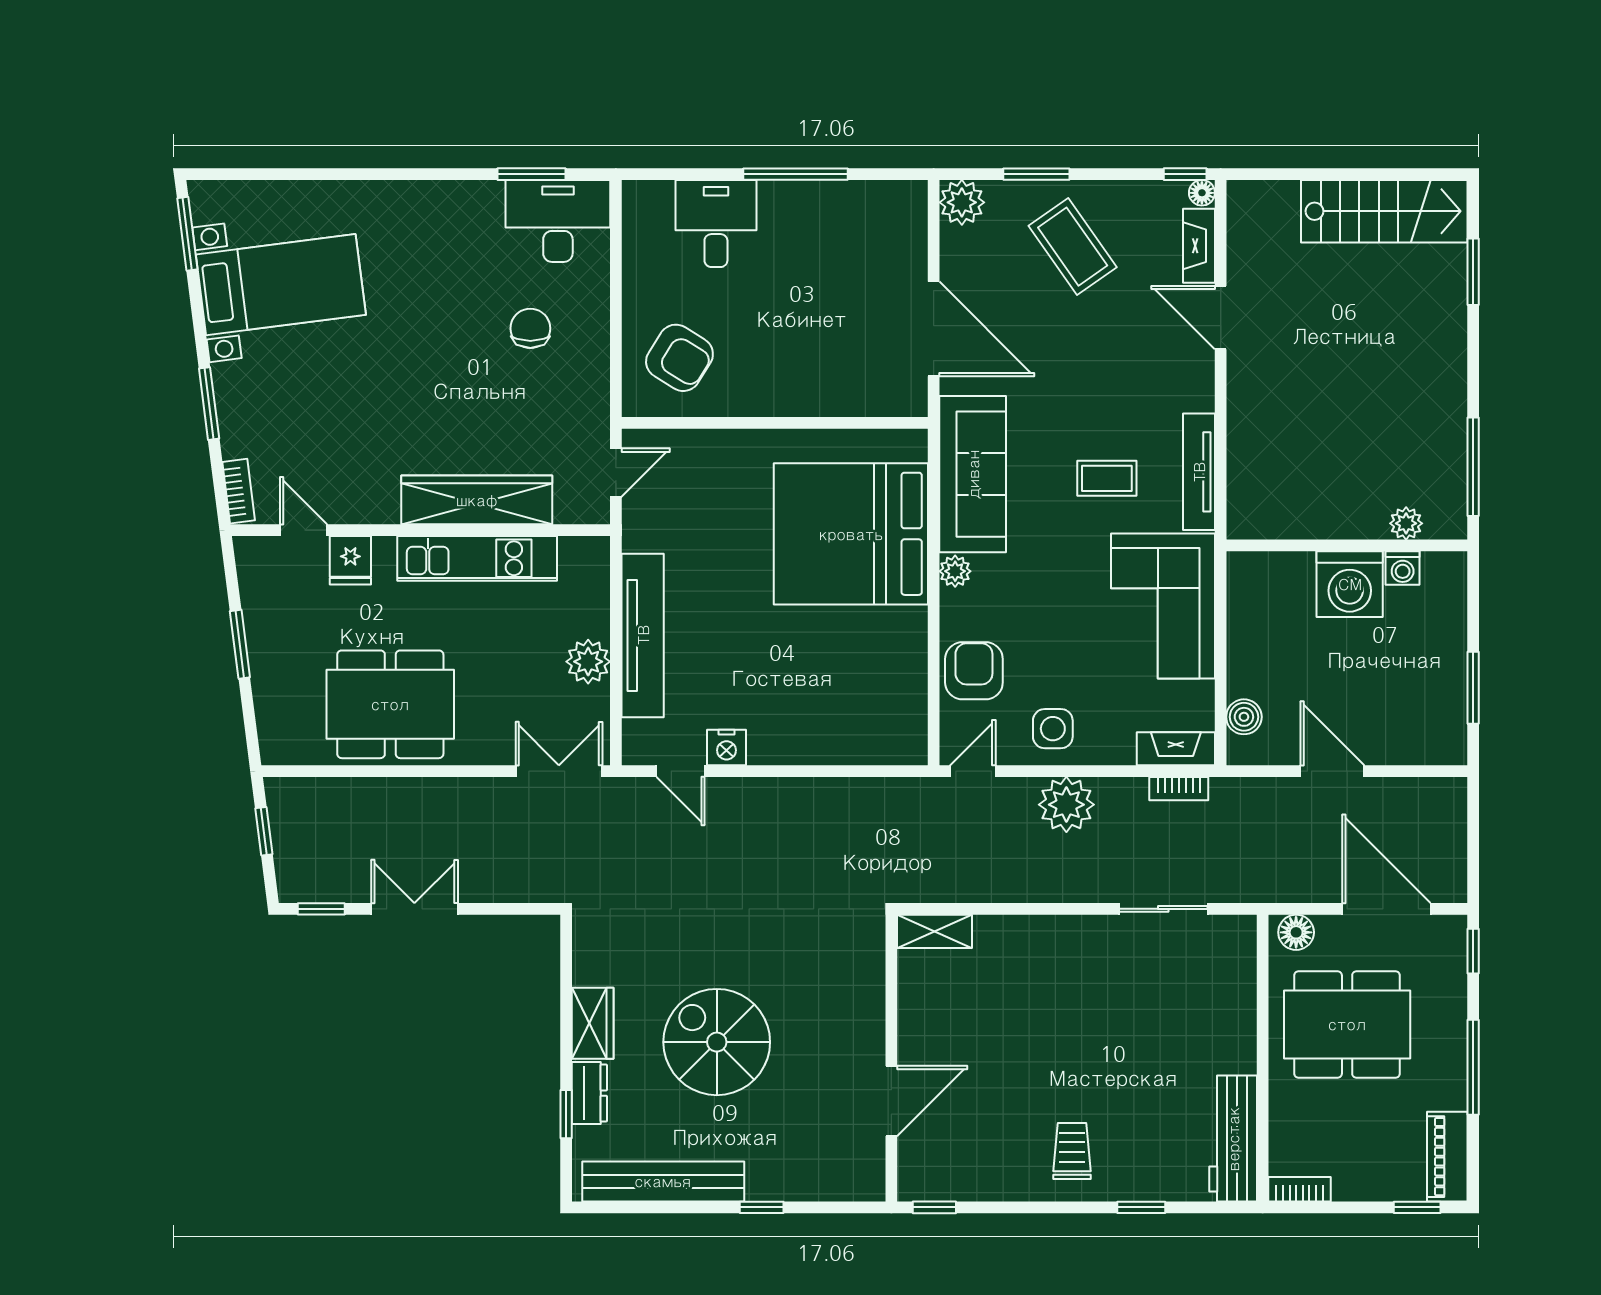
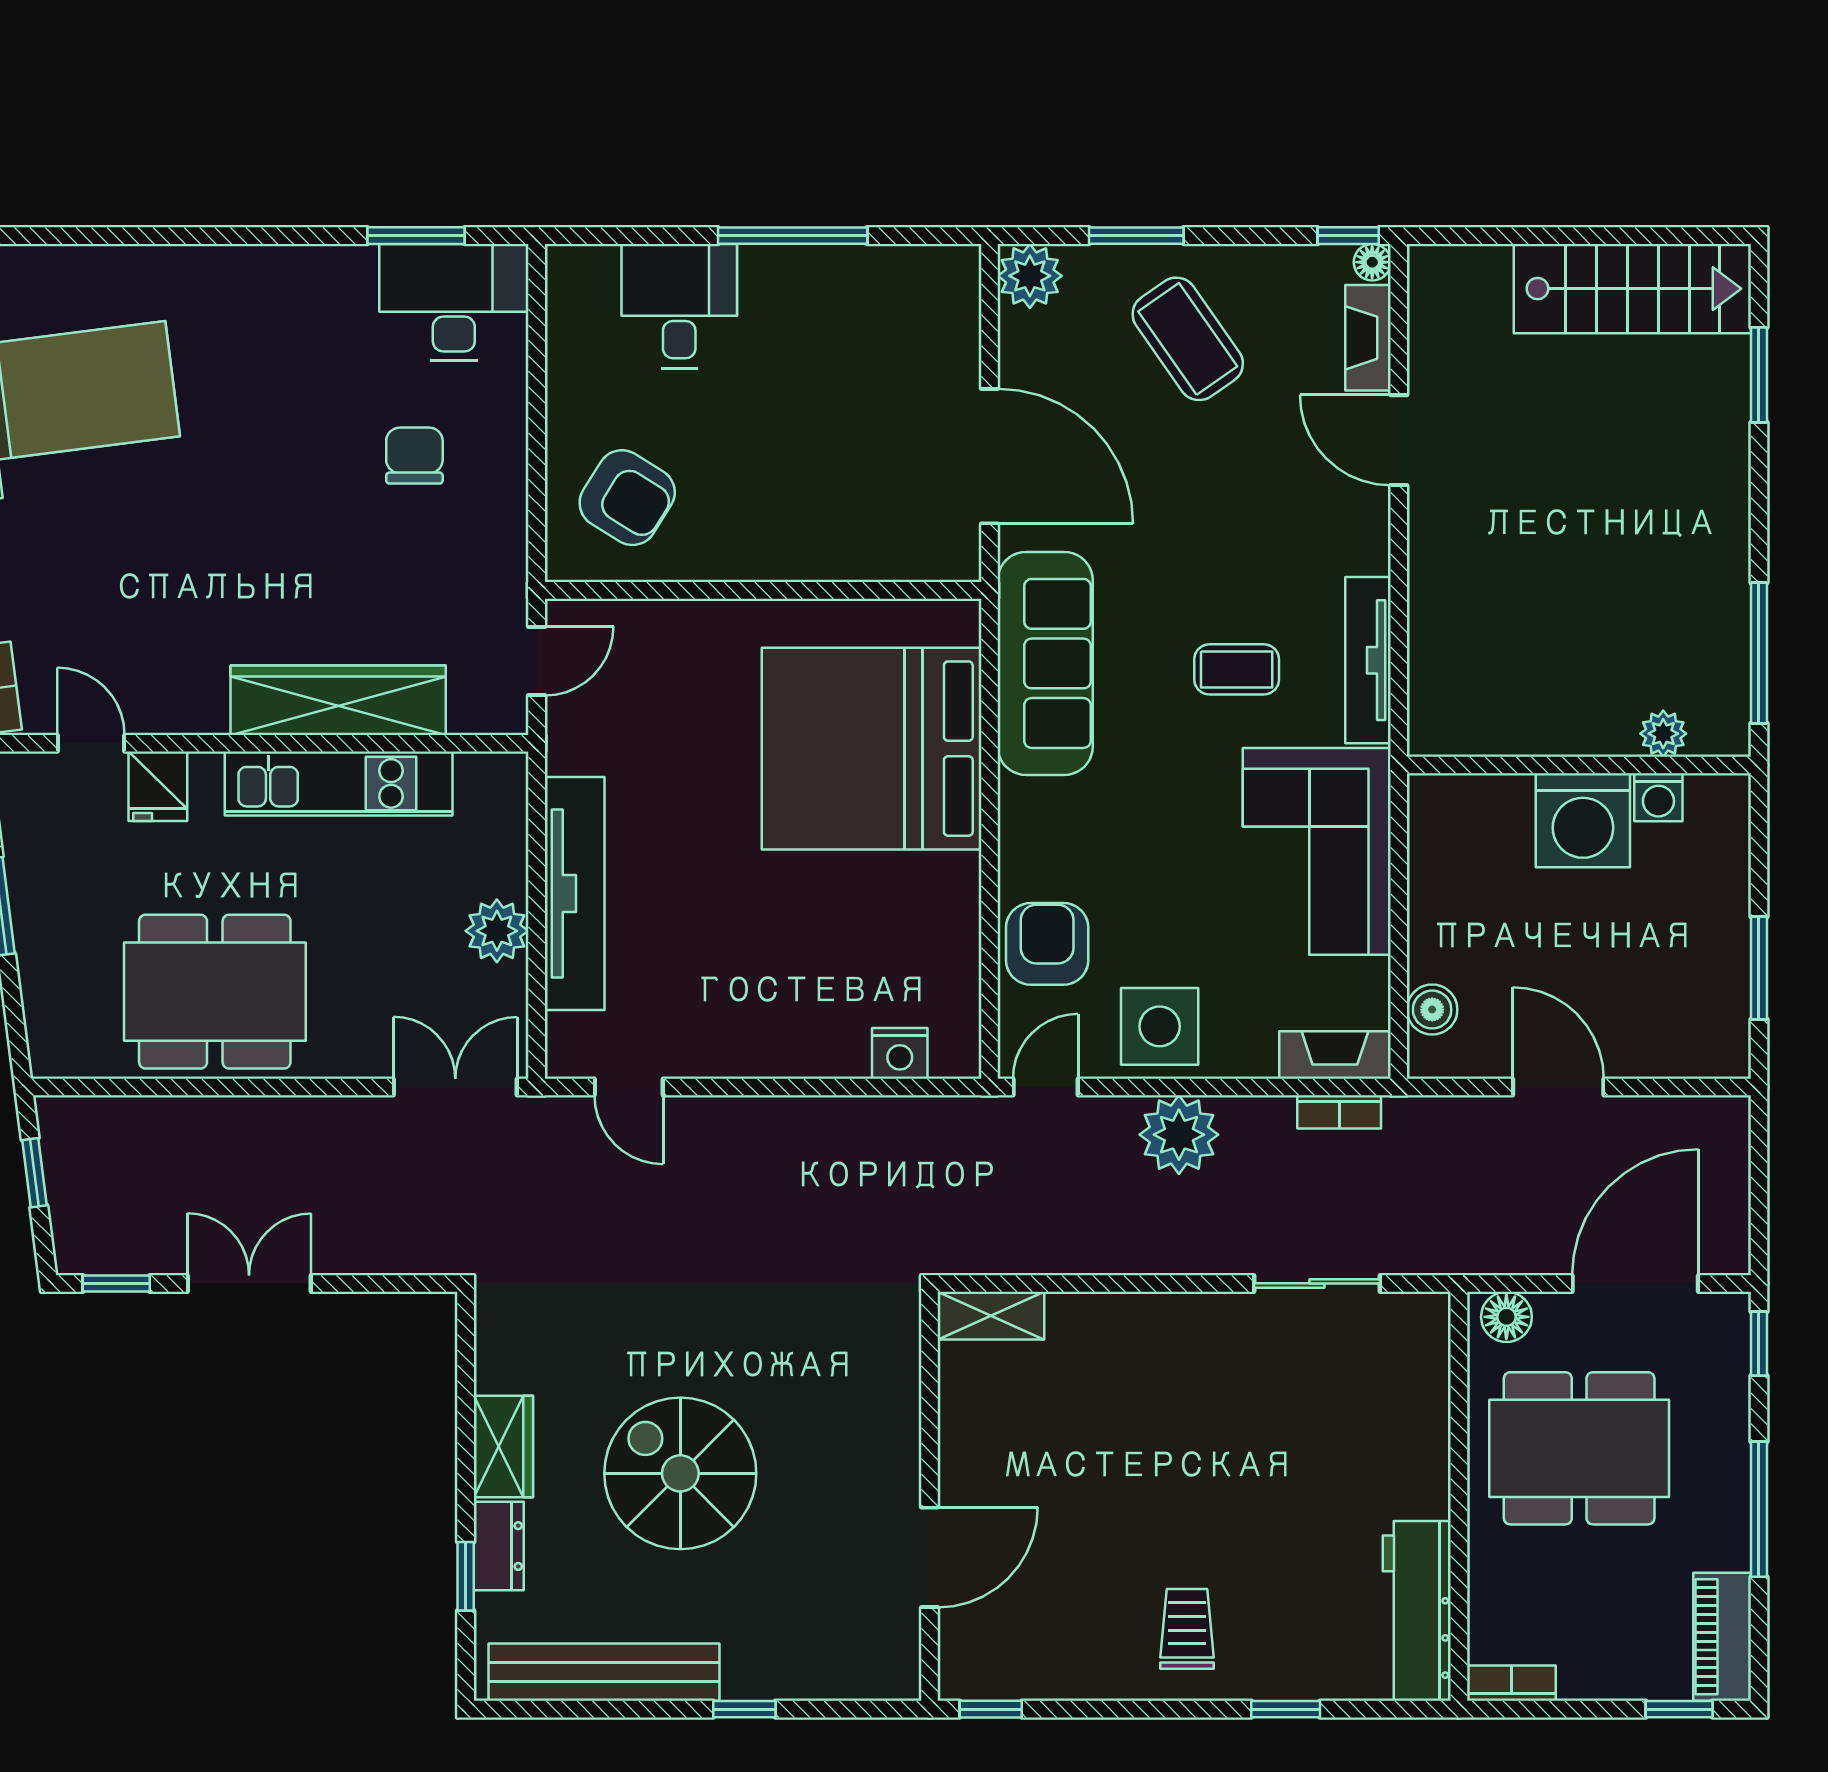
plant: (955, 571) -> (1020, 802), removed
side table: (1053, 729) -> (1160, 1026), width x1.37, depth x1.37
nightstand: (726, 747) -> (900, 1053), moved
door: (1386, 909) -> (1635, 1283), hinge flipped

